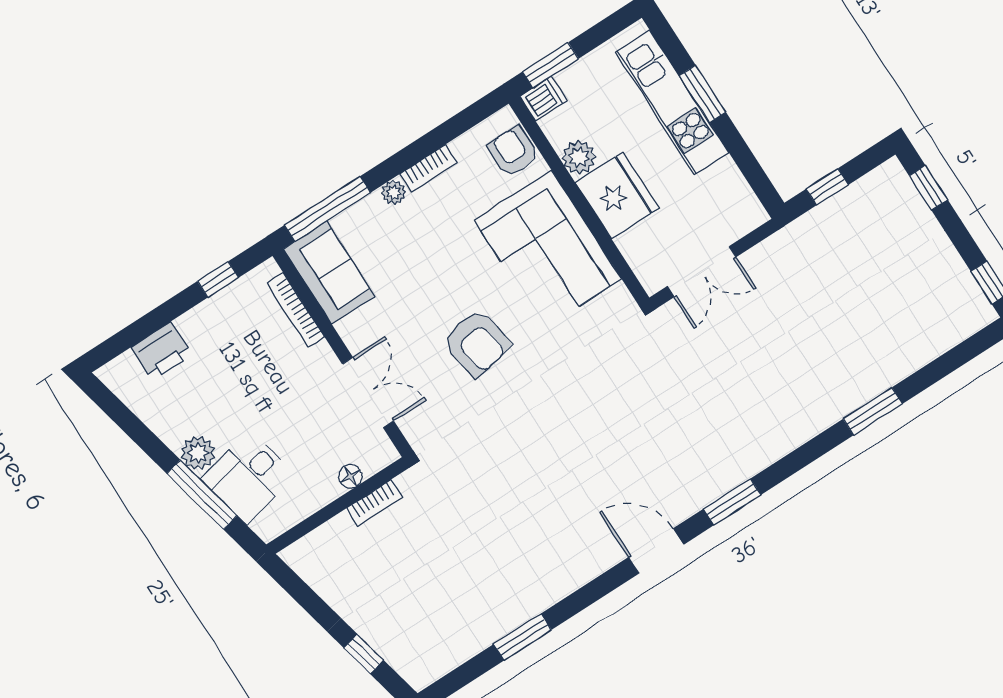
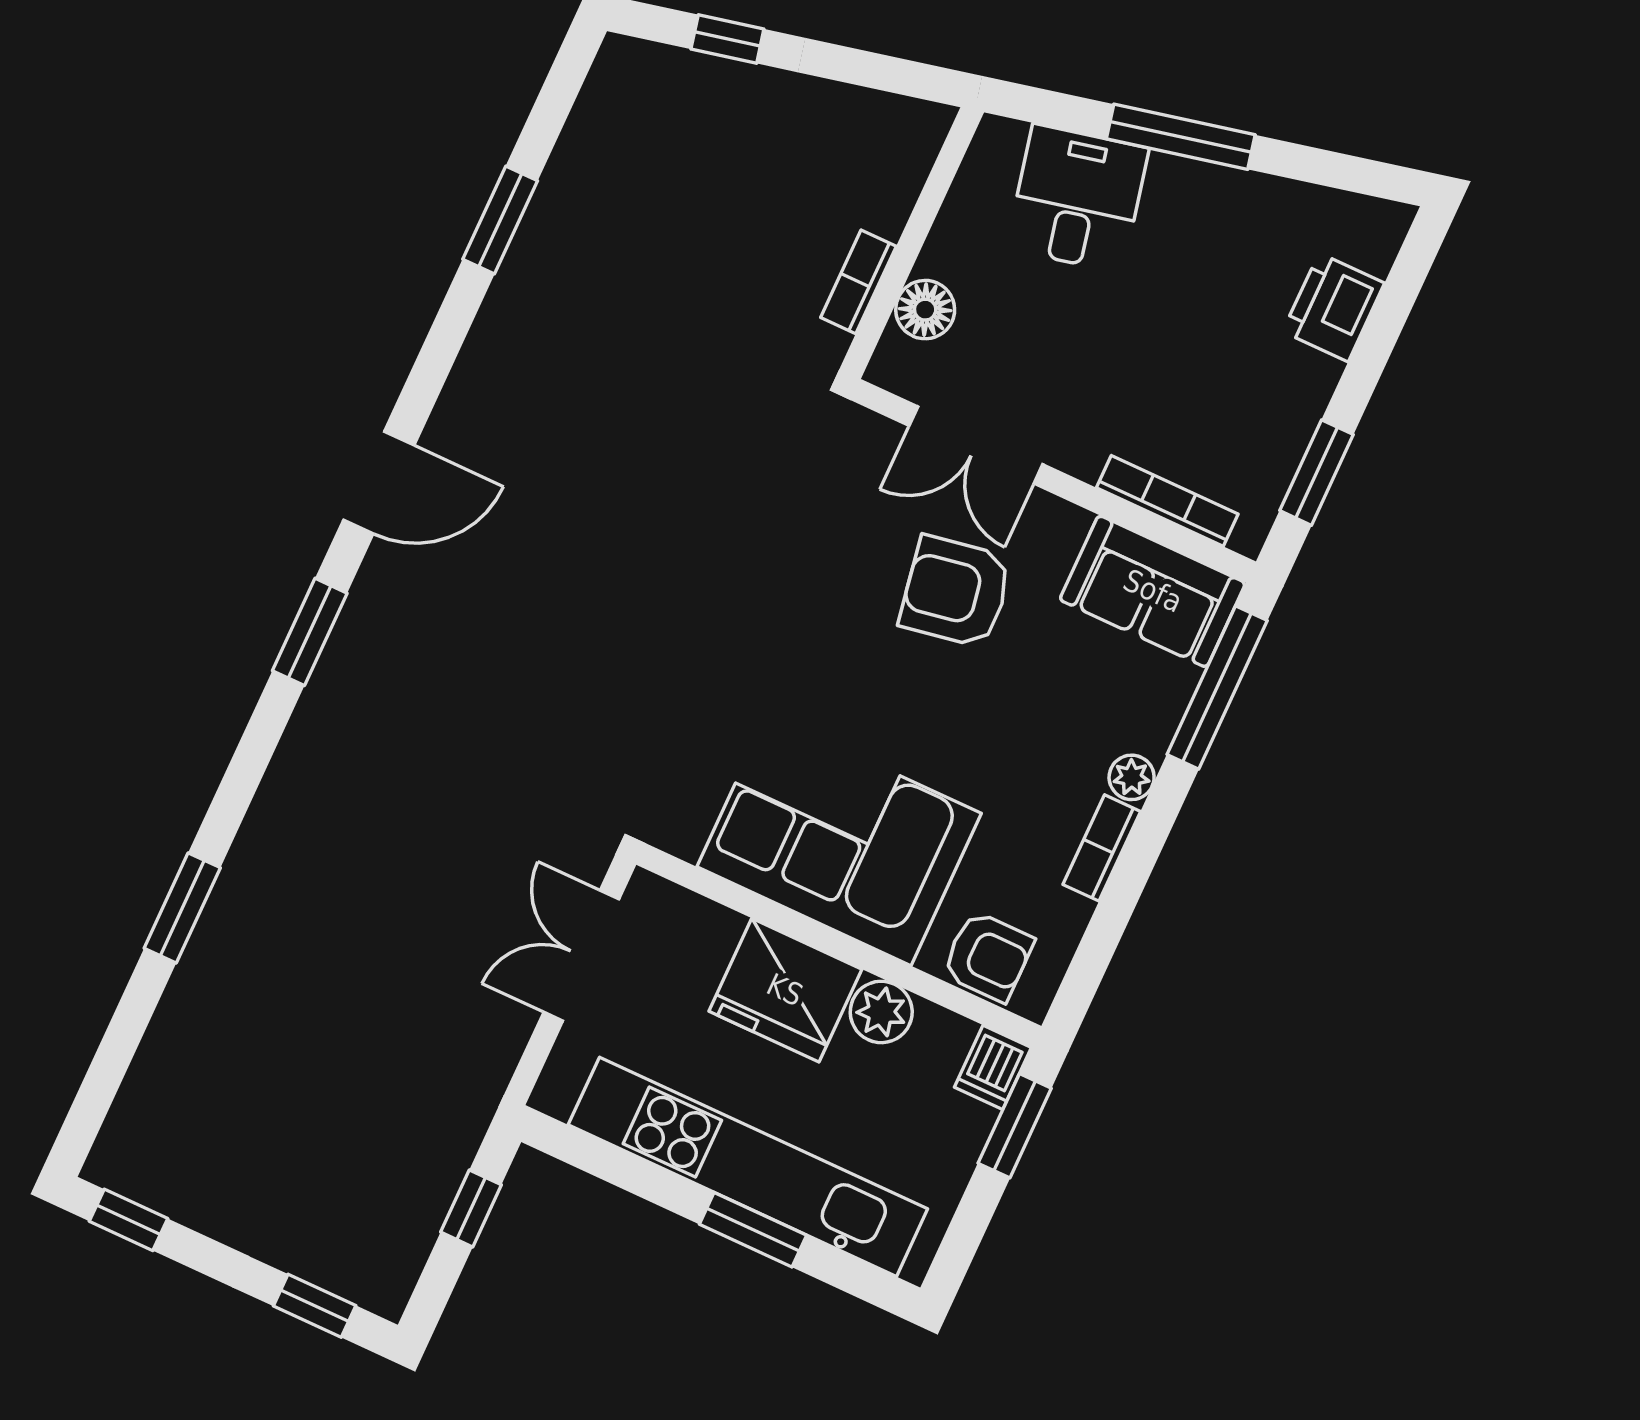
kitchen unit: (672, 102) -> (748, 1167), width x1.36
window: (218, 279) -> (1316, 473), width x1.50
armchair: (477, 343) -> (956, 592), moved
plant: (198, 453) -> (1178, 186), removed
floor lamp: (350, 476) -> (925, 310), width x1.37, depth x1.37
window: (202, 495) -> (1181, 137), moved

